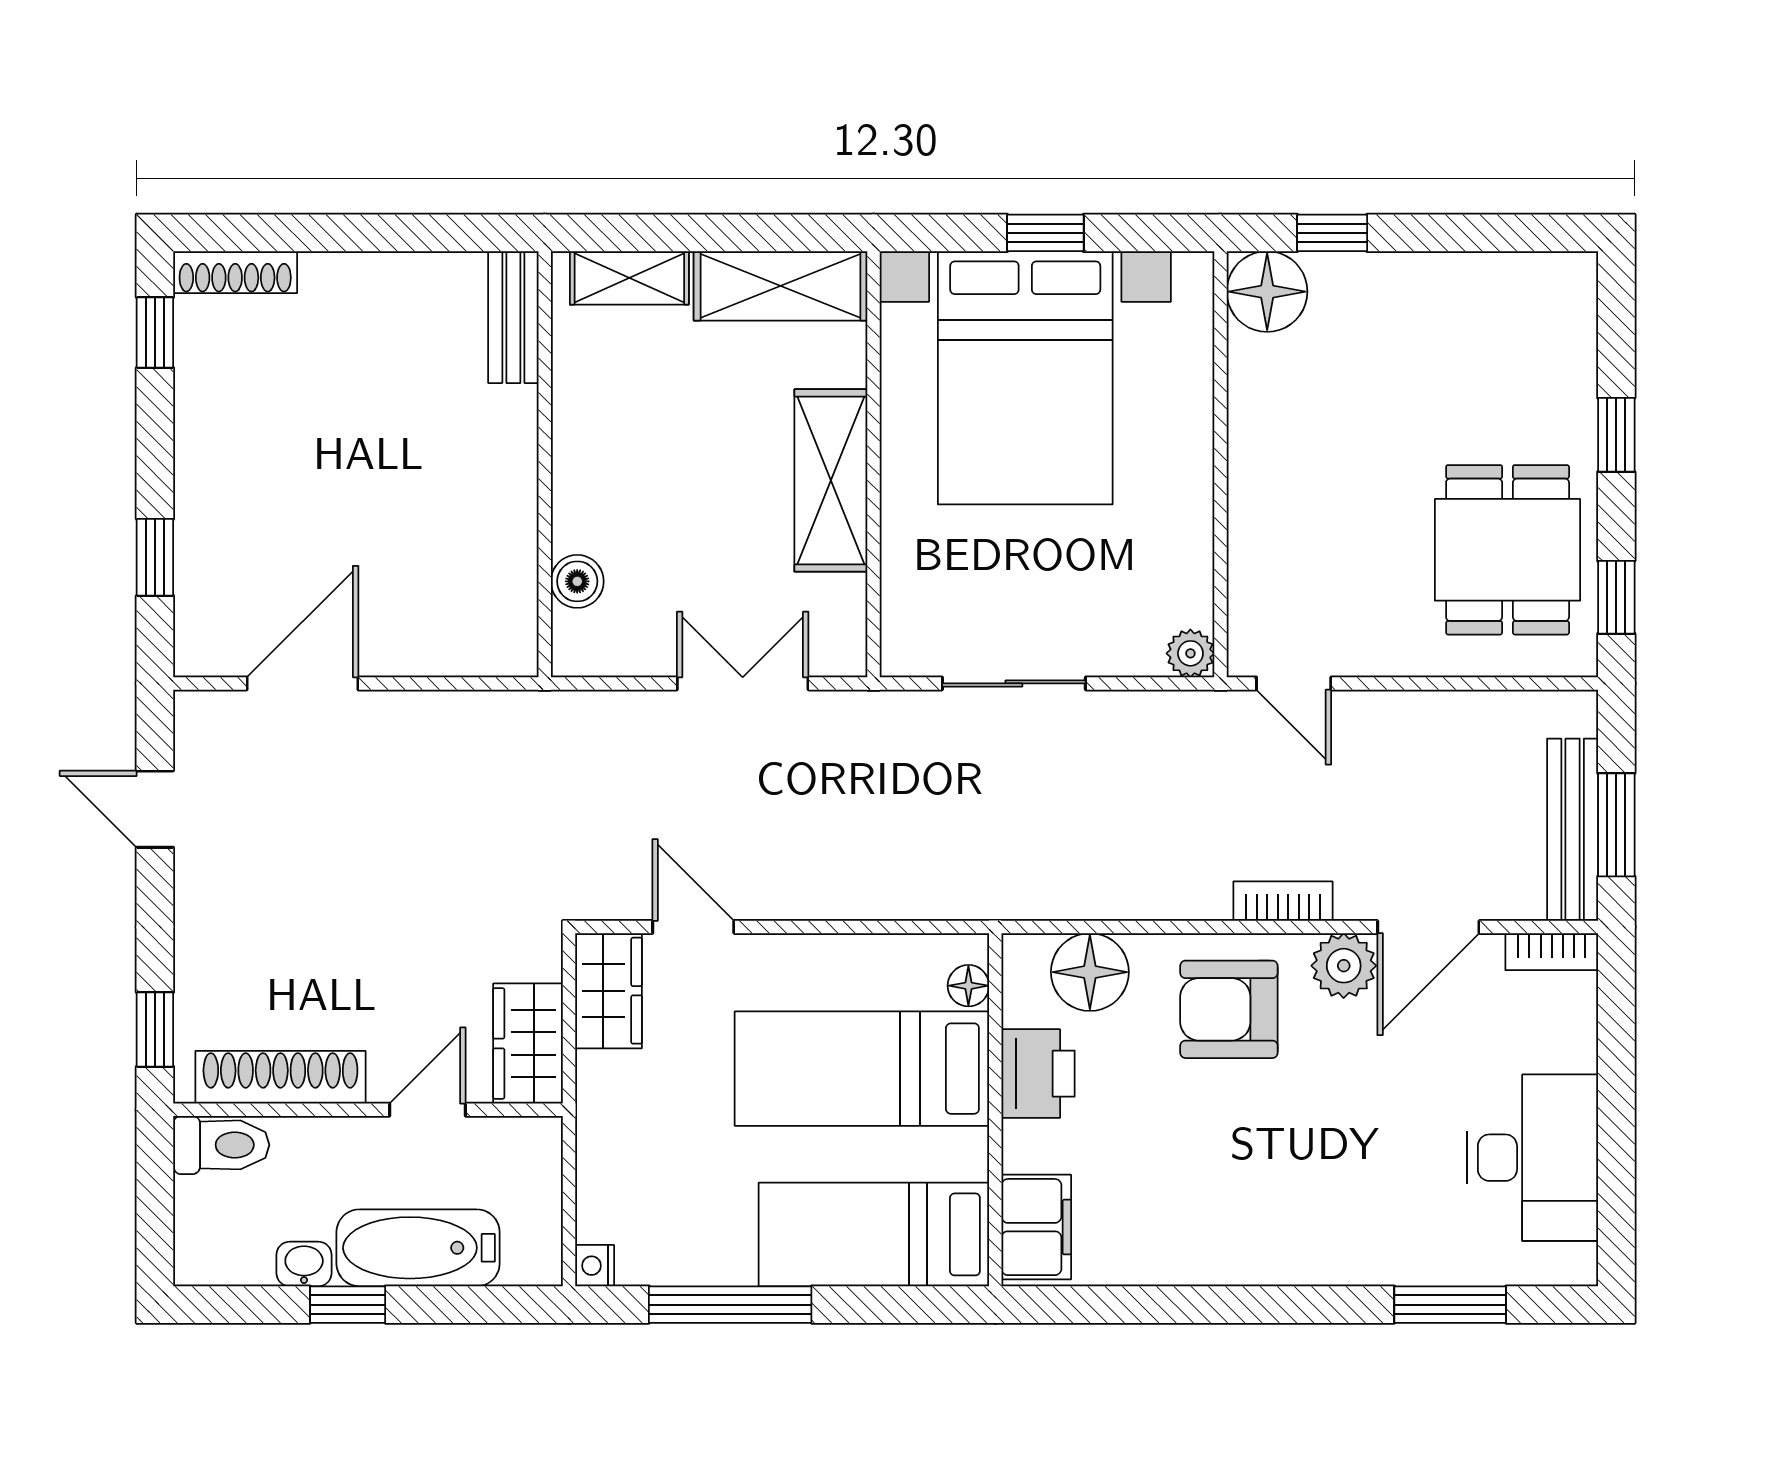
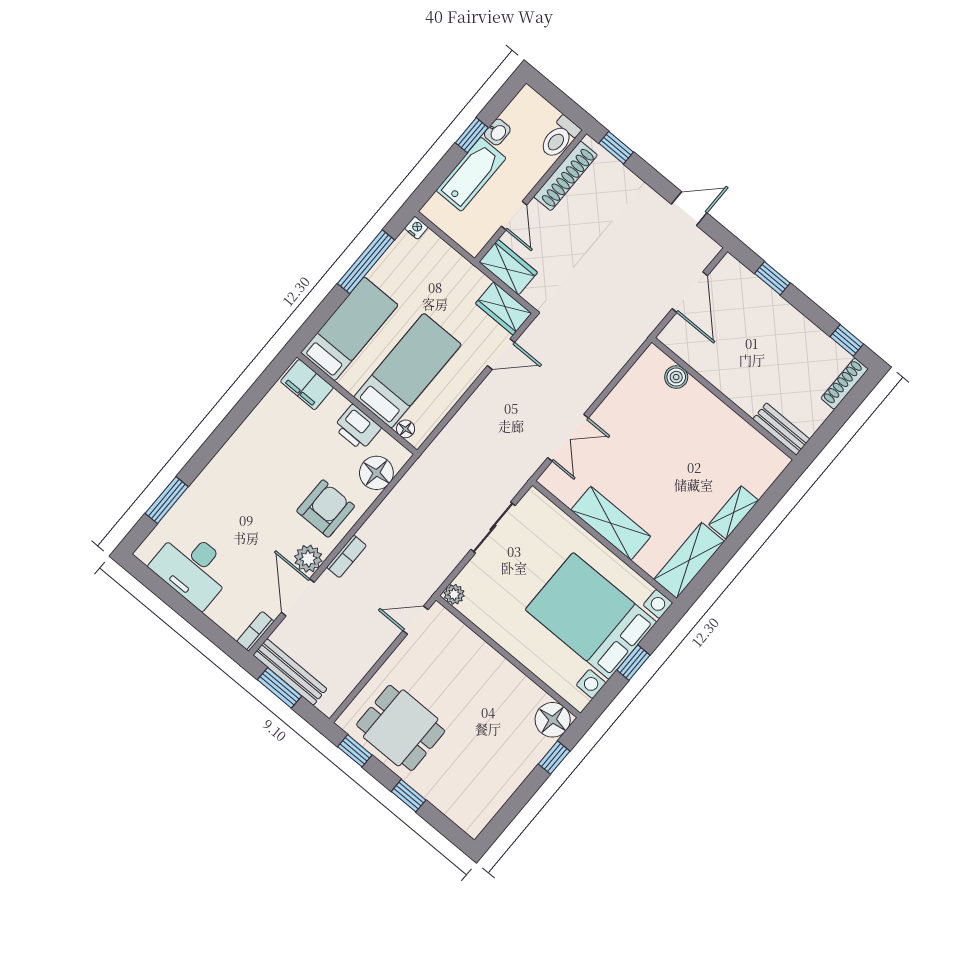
bench: (513, 317) -> (781, 429), moved
wall: (545, 464) -> (724, 399), moved
boiler: (577, 581) -> (676, 377), moved

